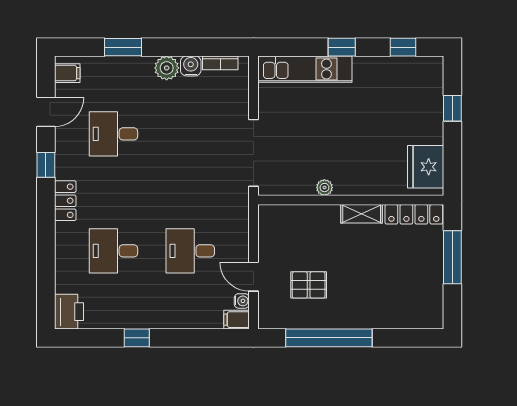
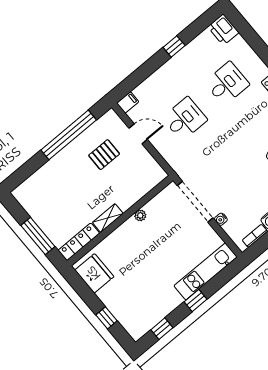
water cooler: (242, 301) -> (221, 219), moved

